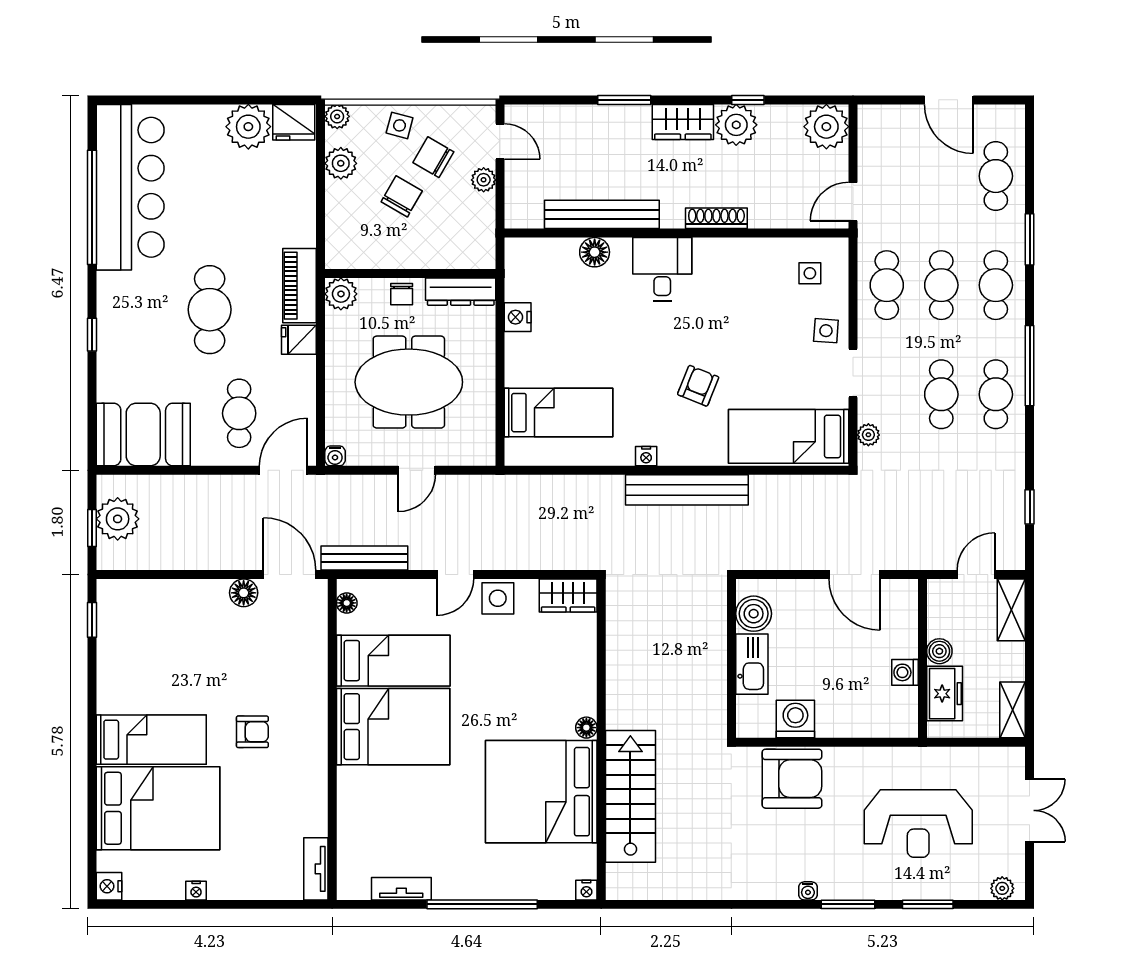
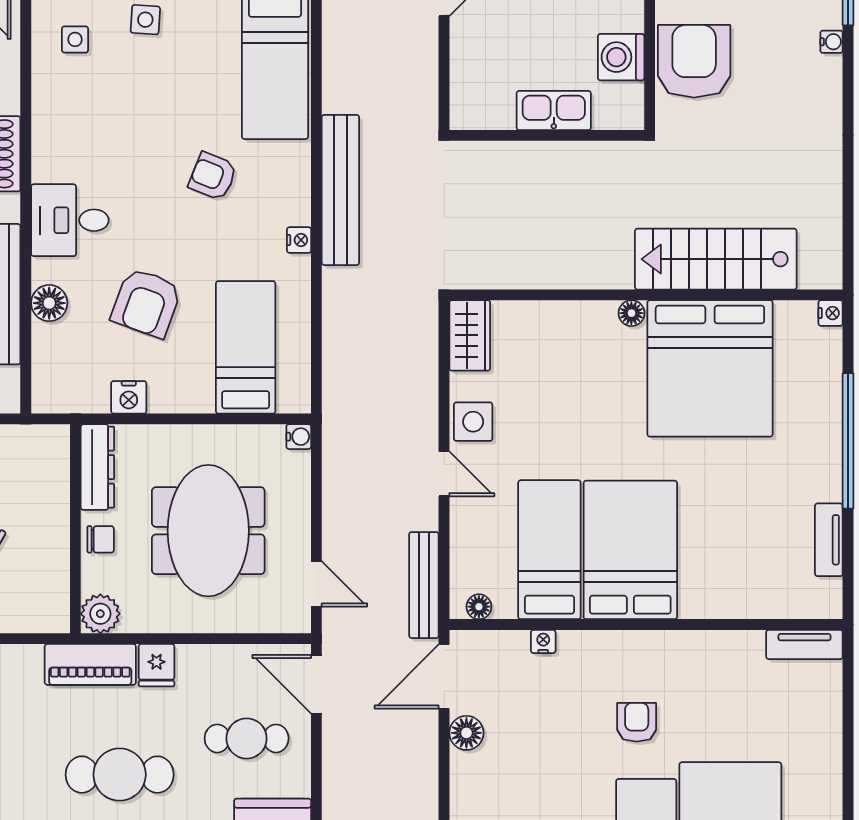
armchair: (595, 331) -> (146, 303), added
water cooler: (335, 456) -> (299, 437), moved
door: (417, 470) -> (316, 584), moved
boiler: (754, 614) -> (492, 108), removed
nightstand: (196, 891) -> (543, 641), moved, turned -90

